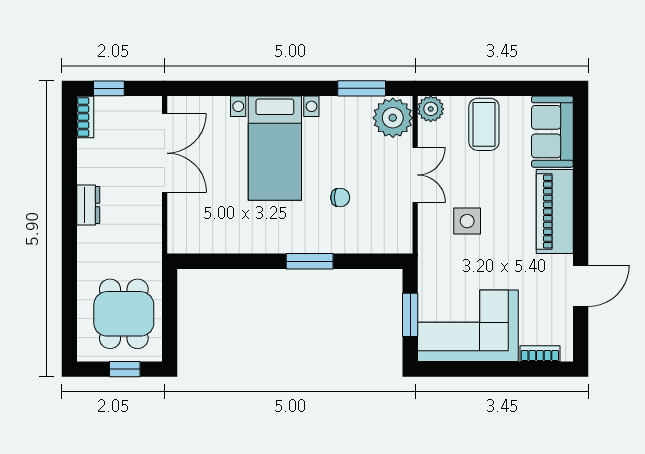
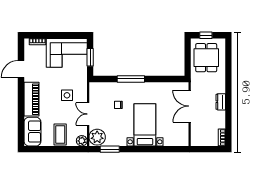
window: (109, 88) -> (212, 149), removed
double door: (165, 153) -> (190, 106), moved
window: (310, 261) -> (131, 79), width x1.44

